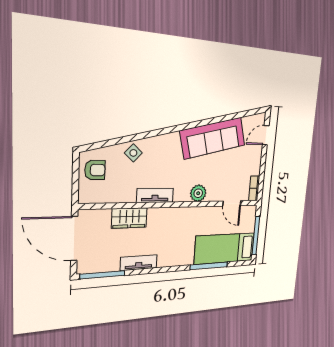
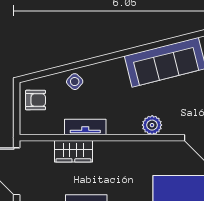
tv unit: (155, 195) -> (85, 127), moved

